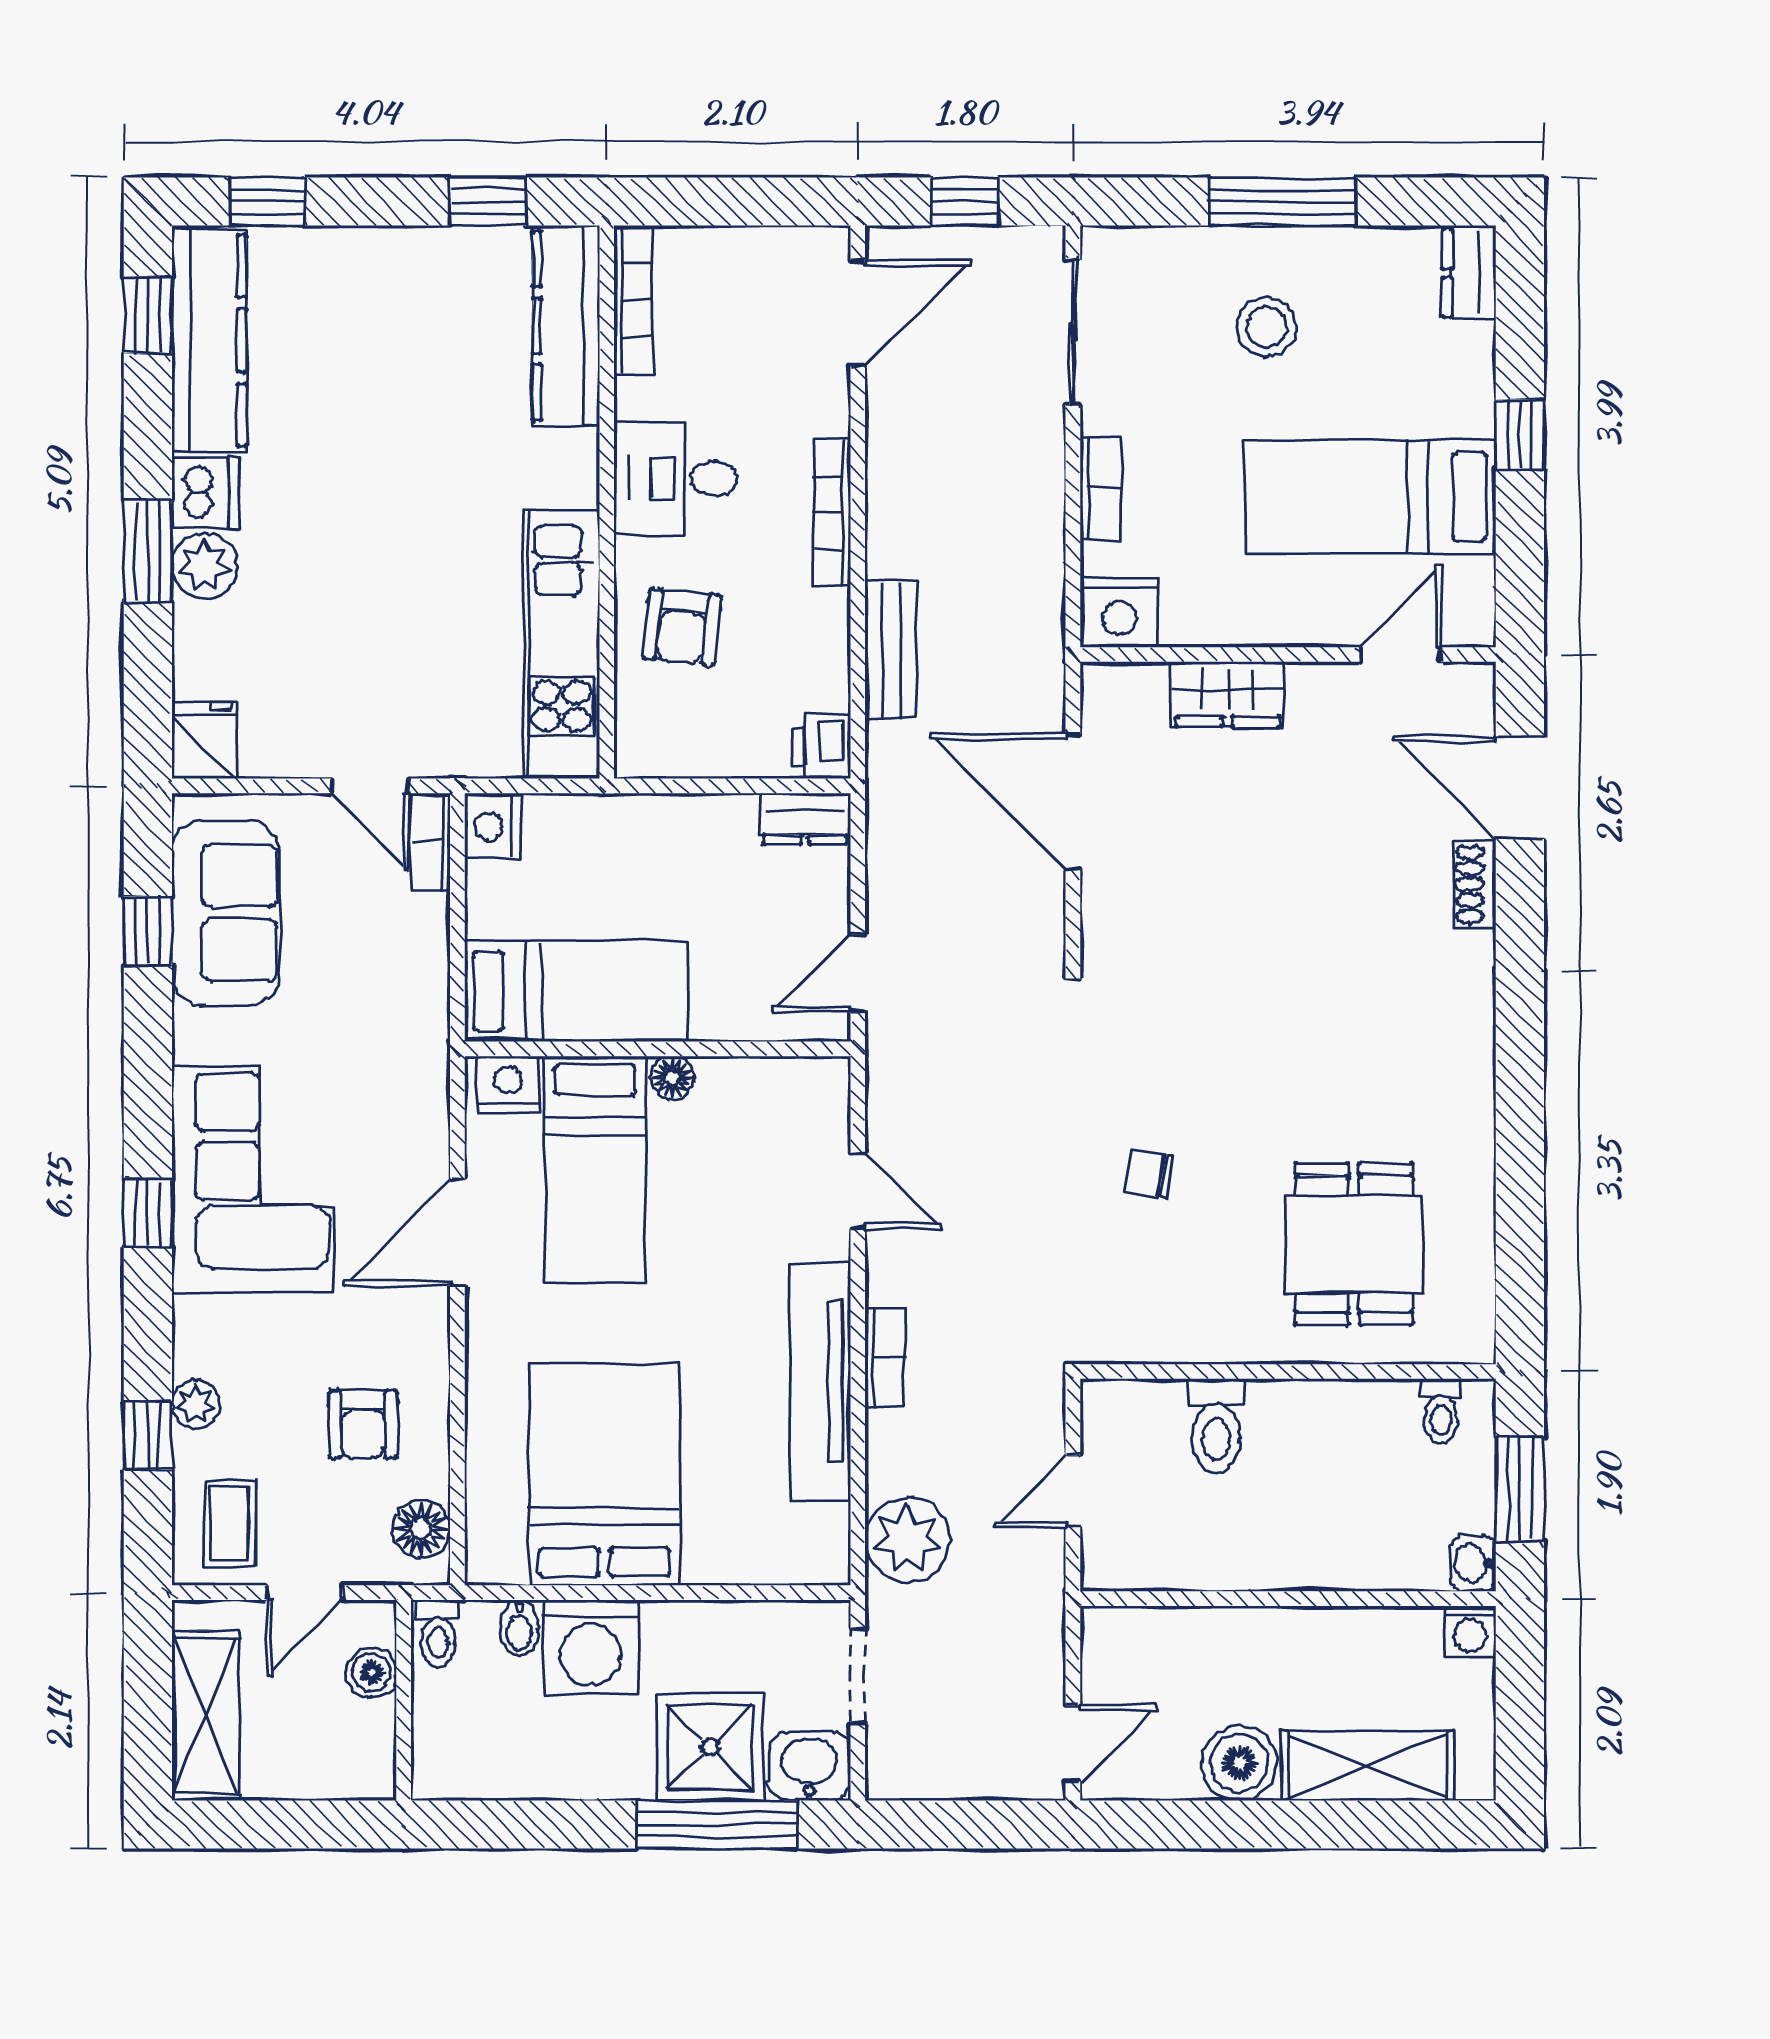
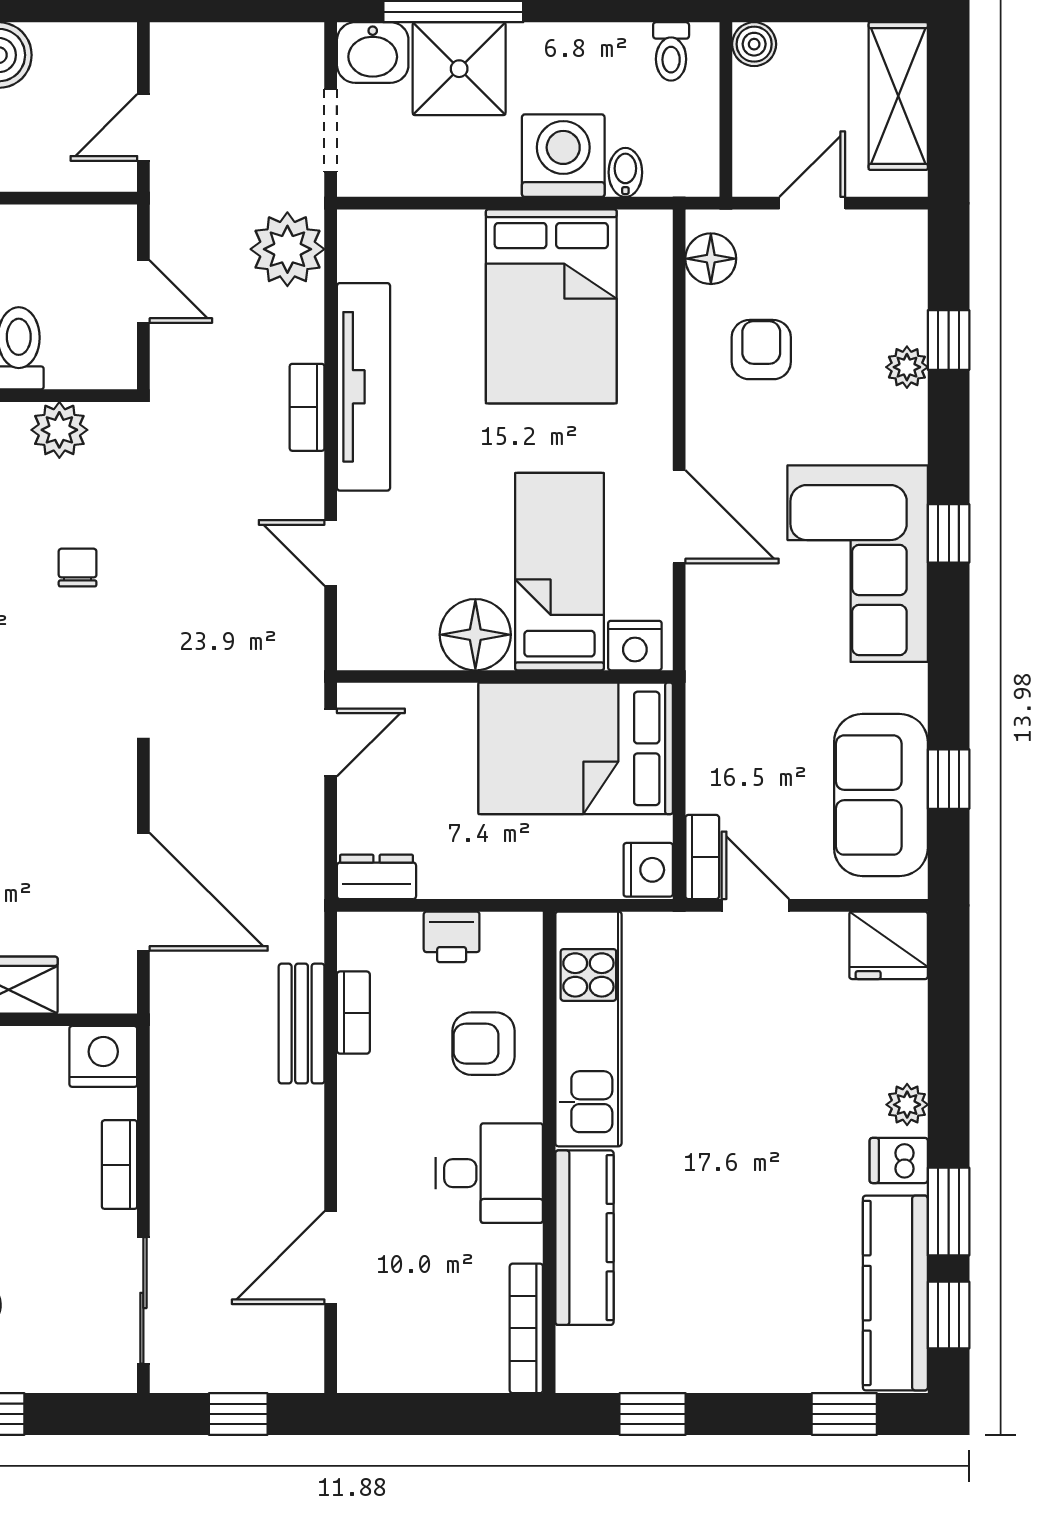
door: (858, 313) -> (331, 1258), moved
kitchen counter: (566, 326) -> (584, 1238), moved
dishwasher: (205, 493) -> (899, 1160), width x0.73
bookcase: (832, 513) -> (353, 1013), moved, width x0.64
window: (148, 551) -> (949, 1212), moved
plant: (204, 566) -> (907, 1105), width x0.73, depth x0.73
armchair: (682, 627) -> (483, 1044), turned -96
fridge: (204, 740) -> (889, 945), width x1.38
printer: (821, 747) -> (452, 937), moved, turned 90
bed: (576, 991) -> (576, 748), width x1.50
floor lamp: (672, 1078) -> (475, 635), width x1.89, depth x1.89
chair: (1149, 1174) -> (78, 568), turned -99
door: (457, 1232) -> (679, 517), hinge flipped
plant: (1170, 1332) -> (59, 430), added
door: (1073, 1491) -> (143, 292), hinge flipped
coffee table: (230, 1523) -> (877, 264), removed
toilet: (438, 1633) -> (671, 51), moved, turned 180
boiler: (371, 1673) -> (754, 44), moved
door: (1073, 1743) -> (143, 127), moved

